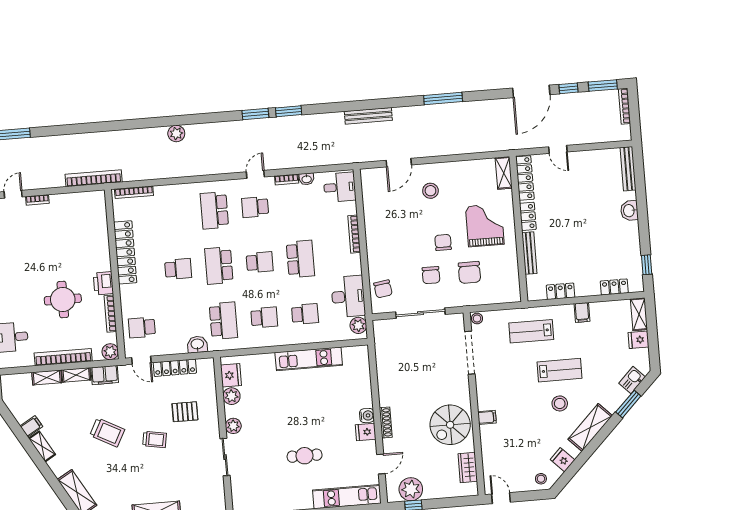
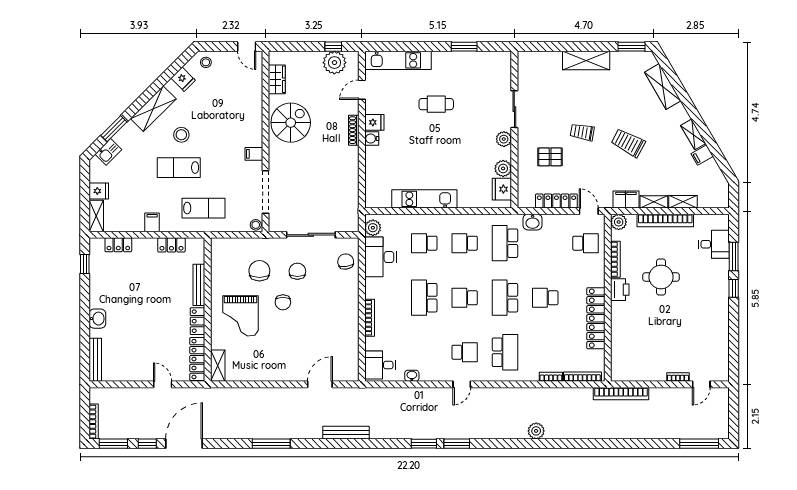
bookcase: (287, 179) -> (551, 377), moved
stool: (430, 191) -> (291, 354), removed
school desk: (219, 266) -> (505, 298), turned 180
filing cabinet: (487, 417) -> (254, 154), moved

